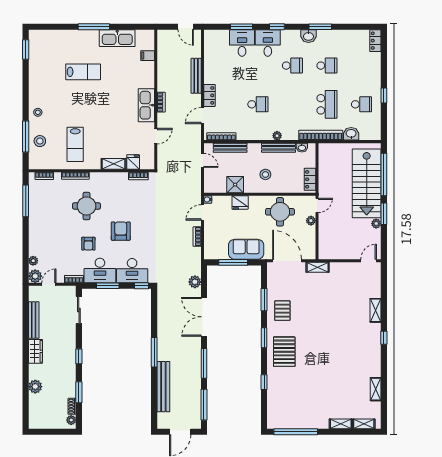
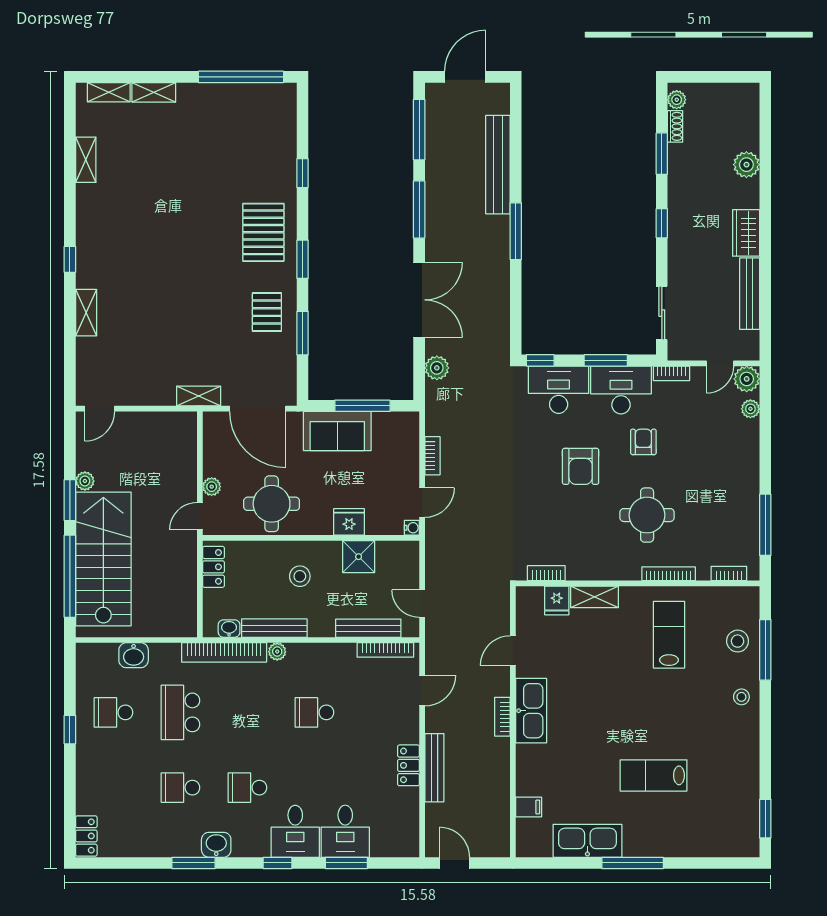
locker: (209, 95) -> (408, 765), moved
bookcase: (321, 135) -> (224, 652), moved

